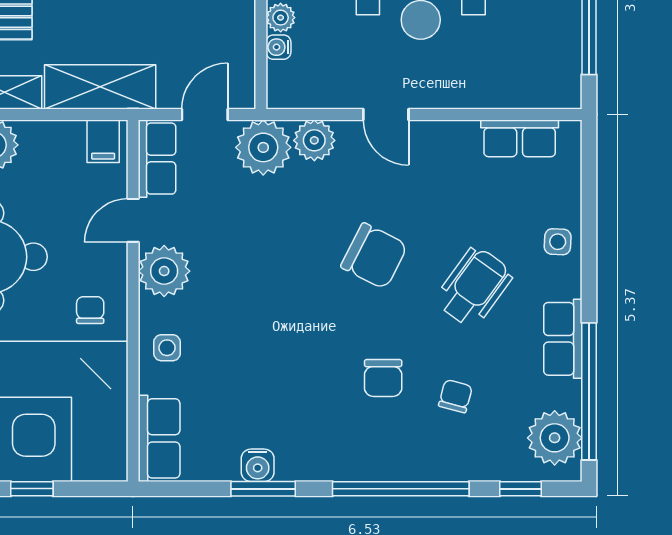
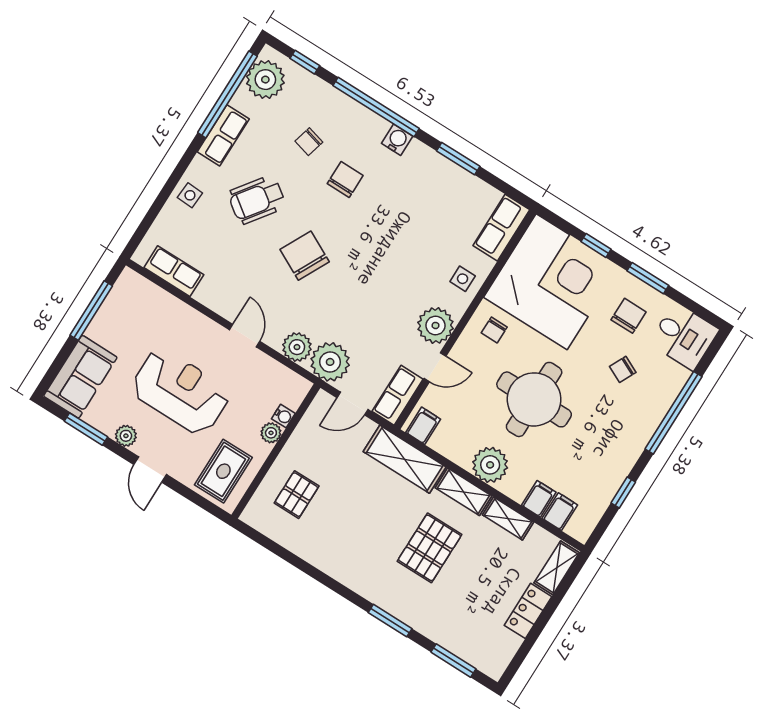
water cooler: (258, 465) -> (397, 140), moved

